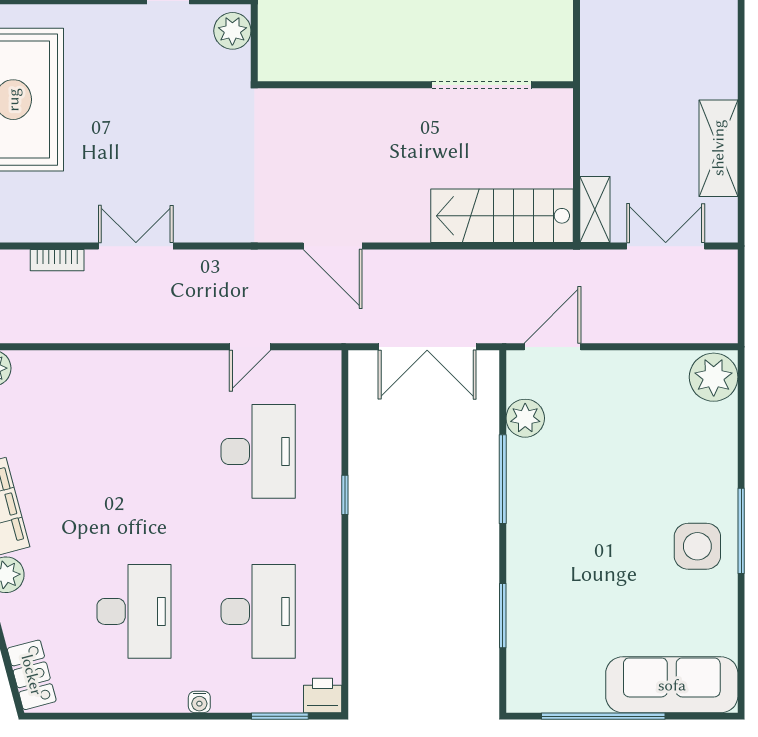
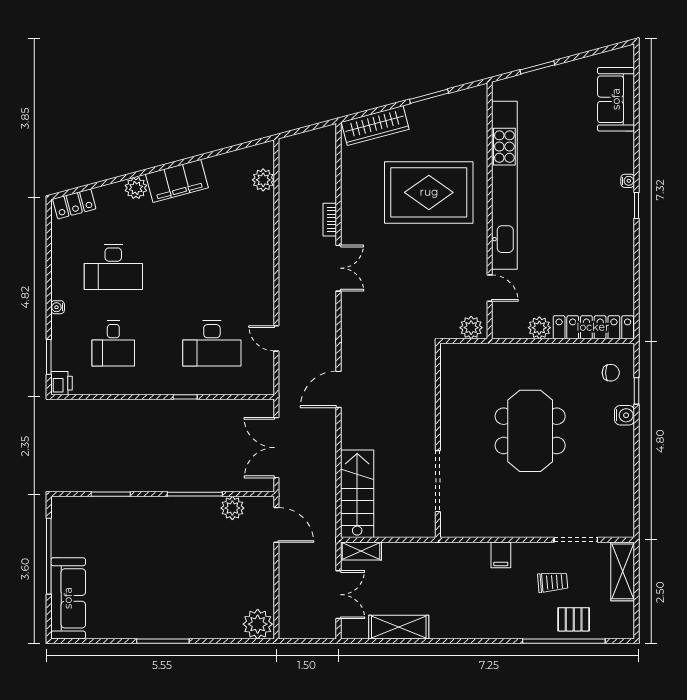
side table: (697, 546) -> (153, 614), removed
desk: (258, 611) -> (113, 343), width x0.73

